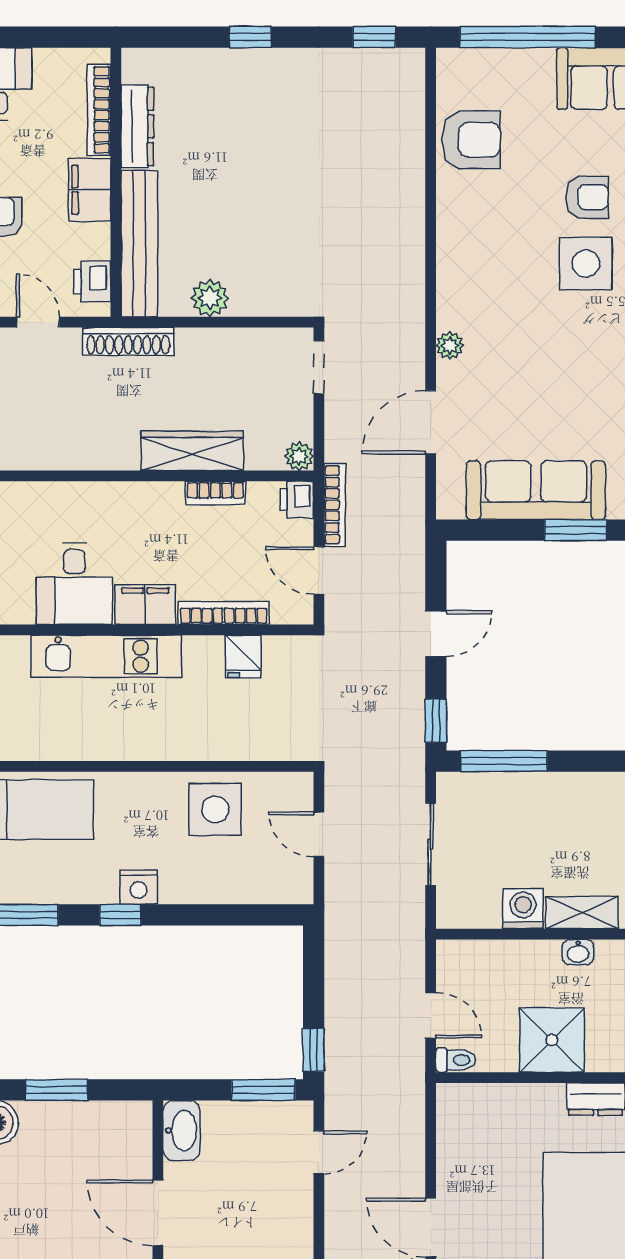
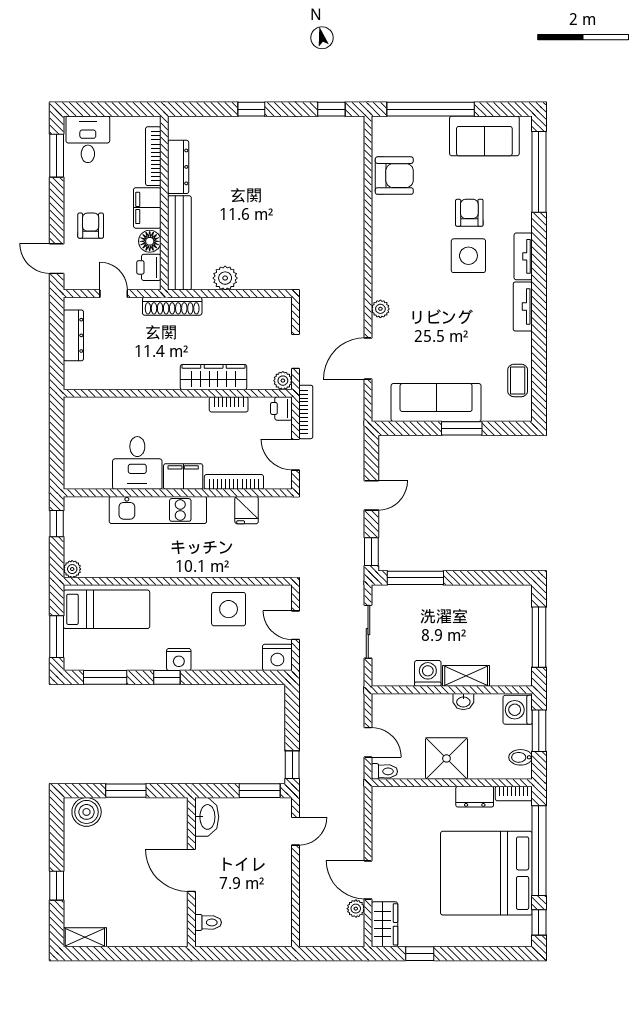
armchair: (587, 197) -> (469, 213), turned -90
floor lamp: (94, 241) -> (150, 241), added
doorway: (319, 367) -> (296, 351), moved
nightstand: (291, 884) -> (277, 657), added

